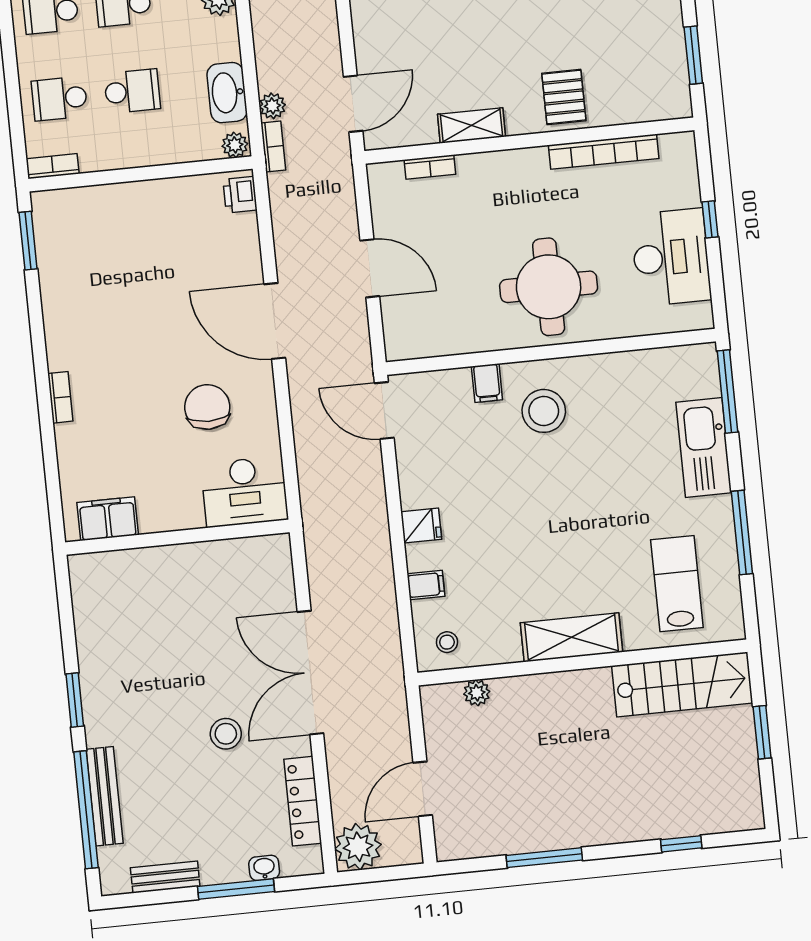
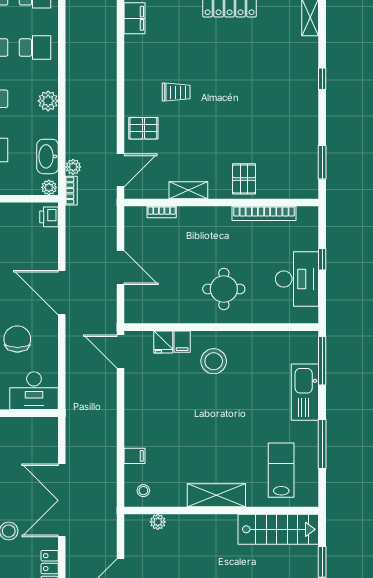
pallet: (385, 28) -> (143, 128), added
round table: (549, 287) -> (224, 289), width x0.73, depth x0.73
fridge: (421, 526) -> (163, 342), moved, turned 90

